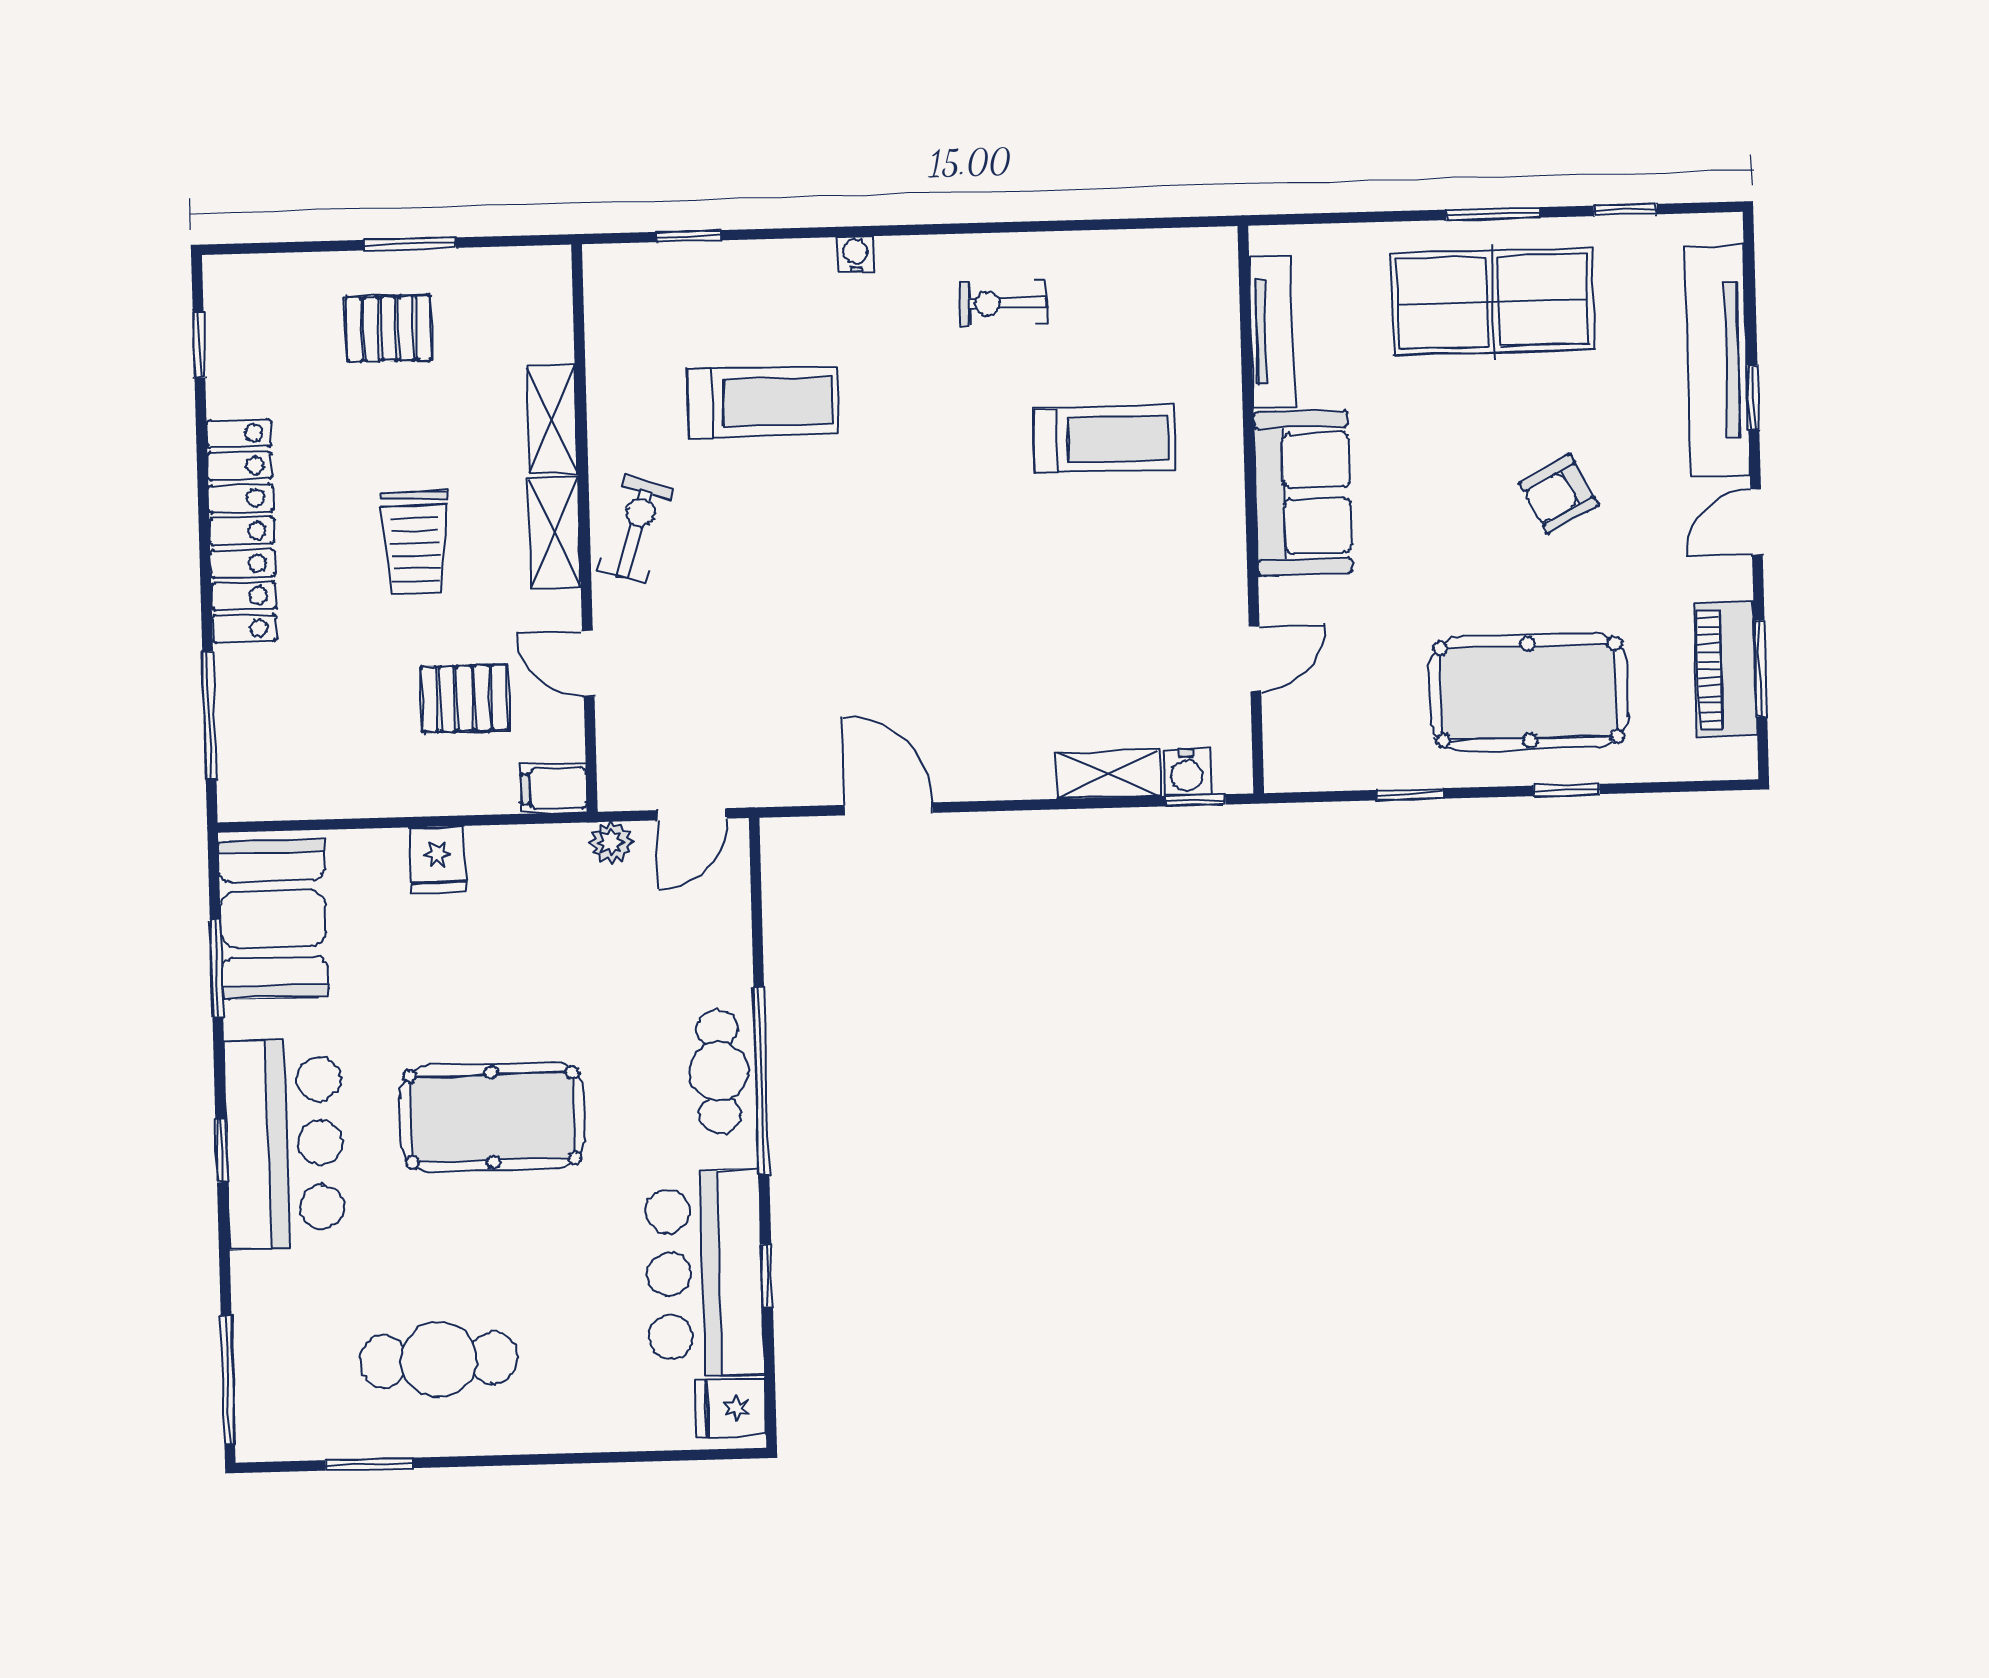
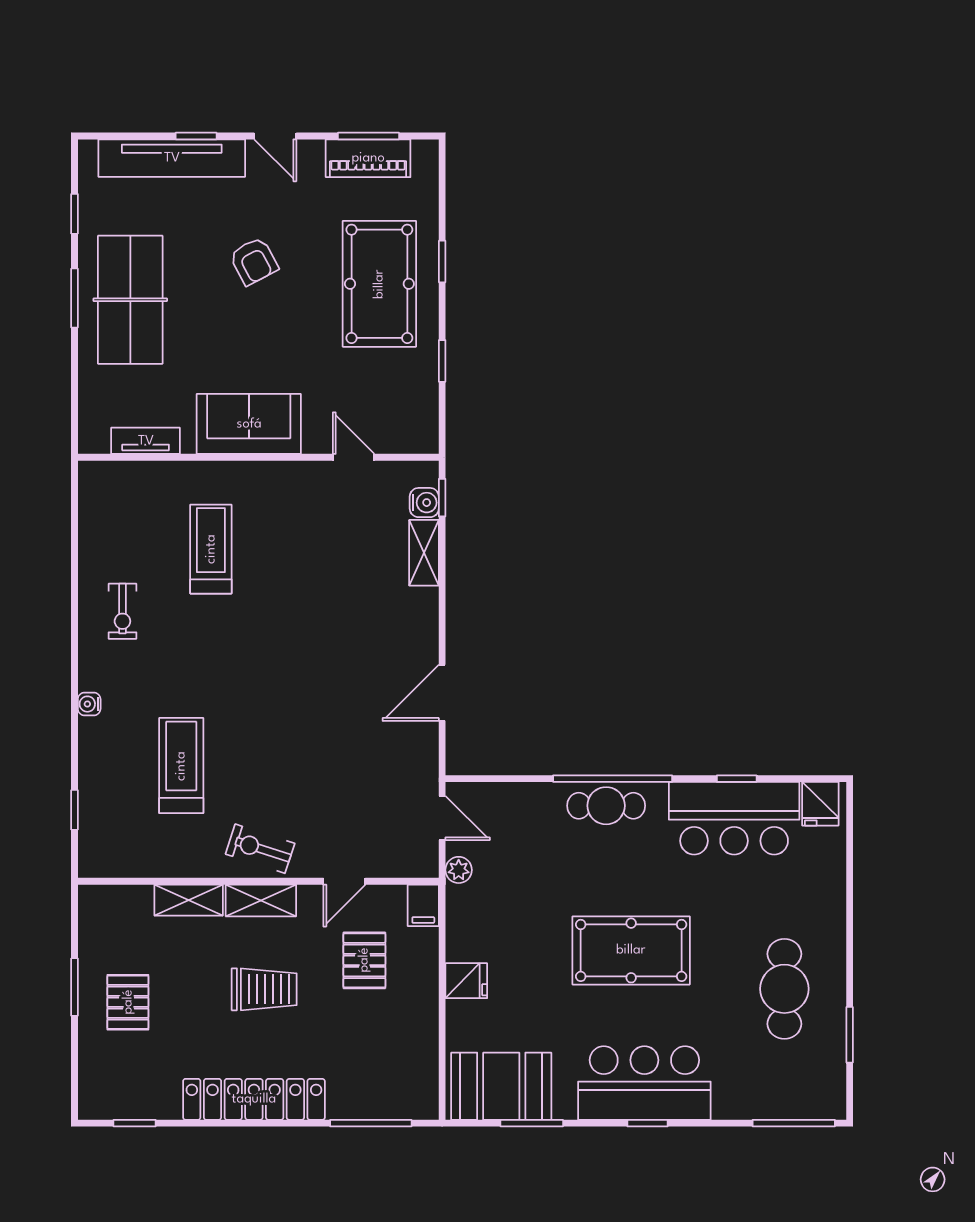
tv unit: (1272, 332) -> (146, 441), width x0.71
pool table: (492, 1117) -> (631, 950), turned 90

